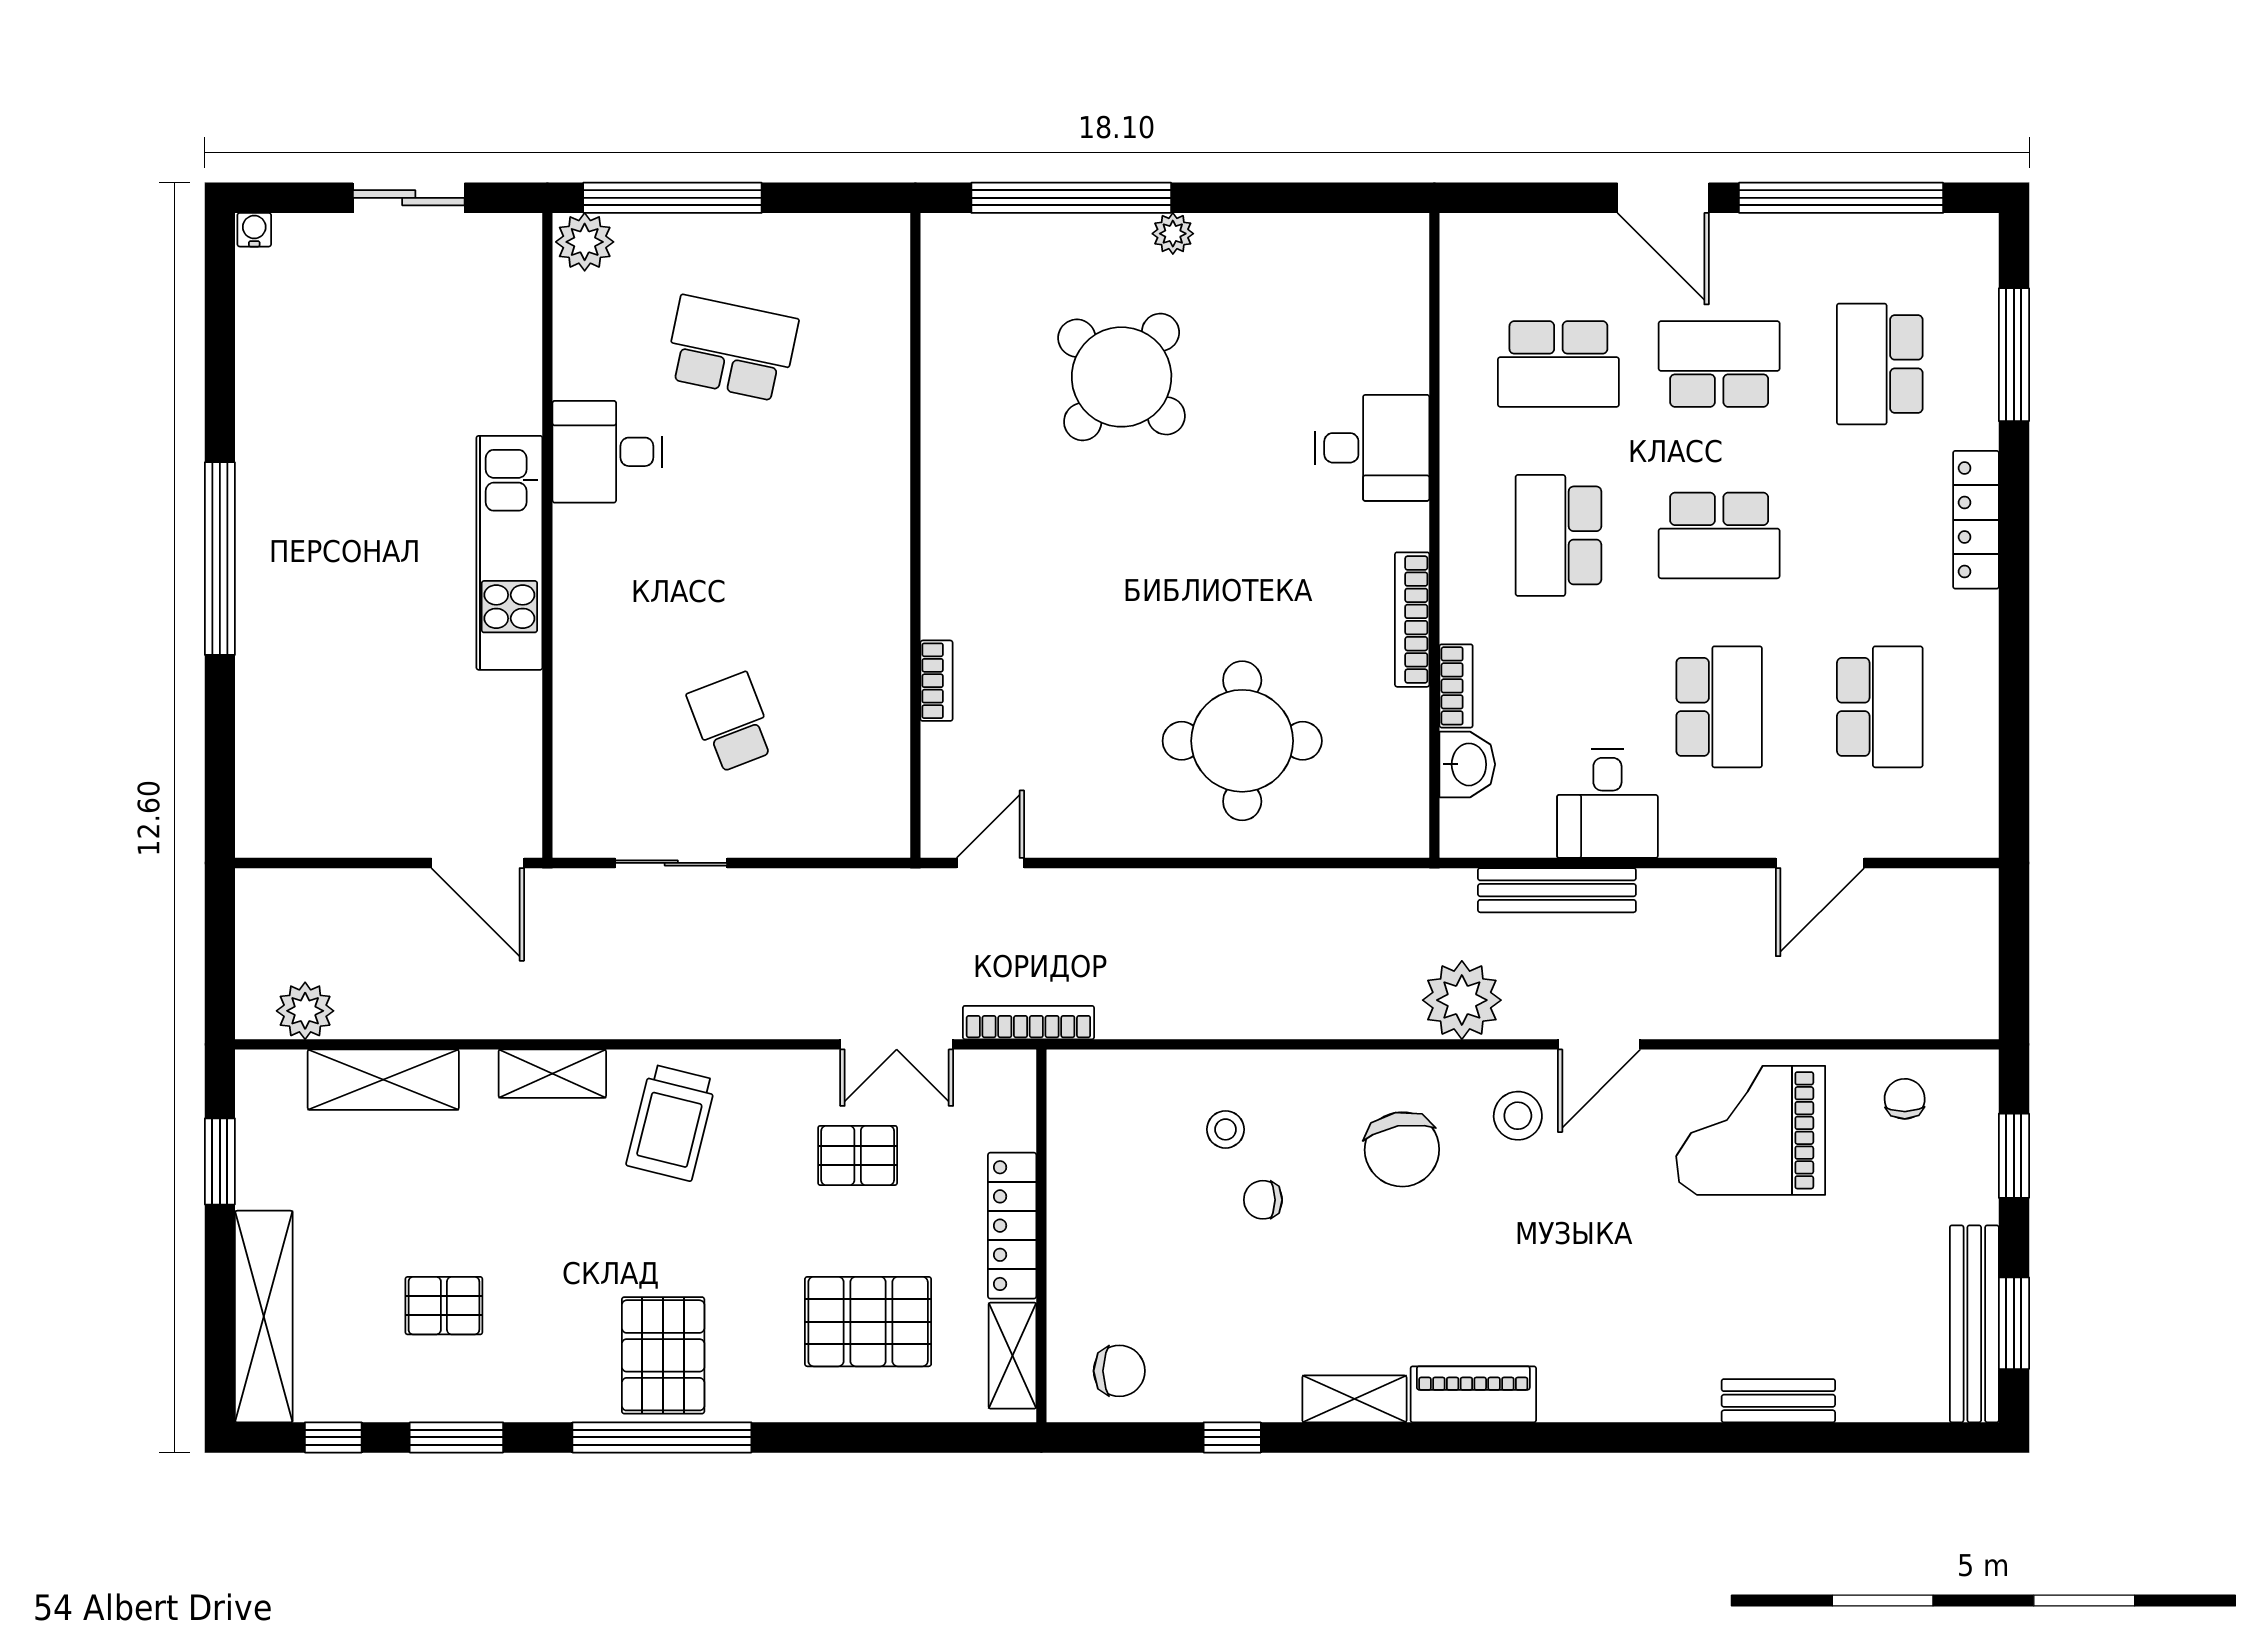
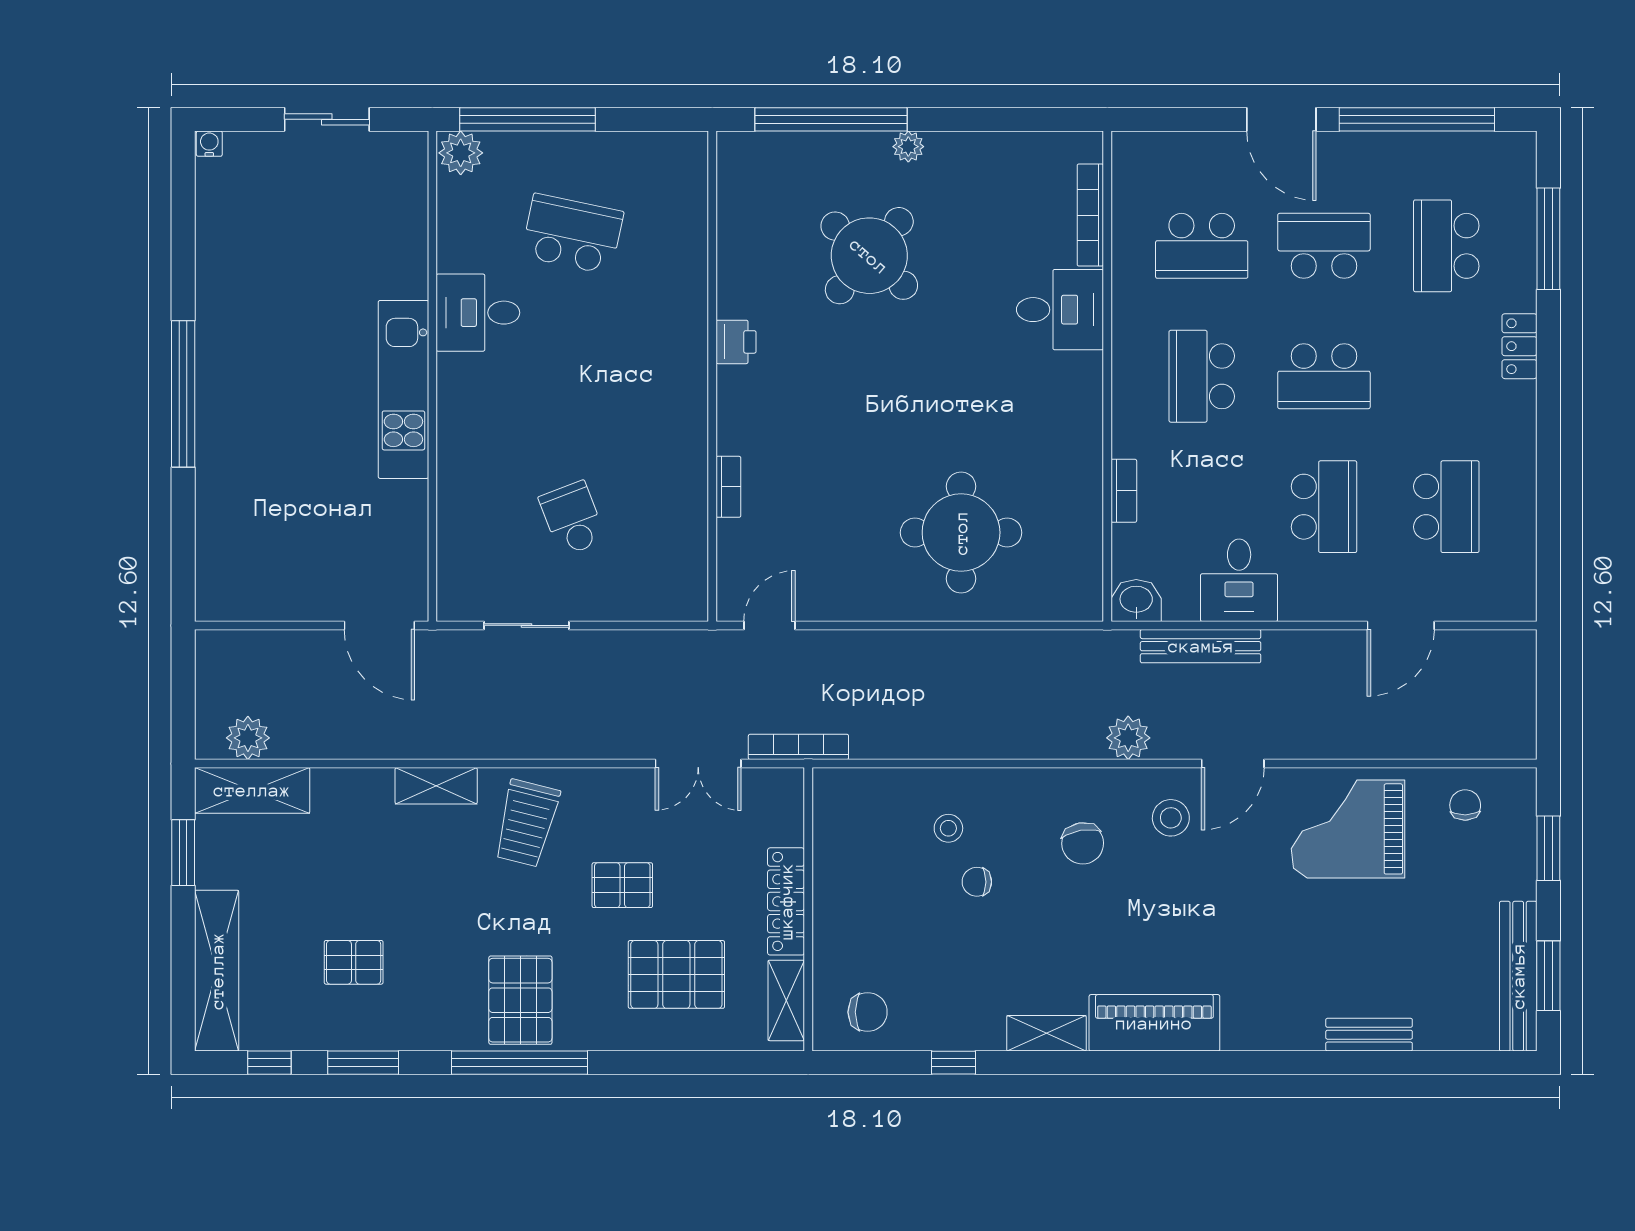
printer: (946, 490) -> (736, 342), added
locker: (1976, 520) -> (1519, 346), width x0.66
bookcase: (1412, 620) -> (1090, 215), moved
washbasin: (1467, 764) -> (1136, 600), moved, turned -90
plant: (1462, 1000) -> (1128, 738), width x0.73, depth x0.73
shelving: (383, 1080) -> (252, 790), moved
chair: (1402, 1149) -> (1083, 843), width x0.73, depth x0.73
pallet: (858, 1155) -> (622, 885), moved
piano: (1473, 1394) -> (1154, 1023), width x1.37, depth x1.33

